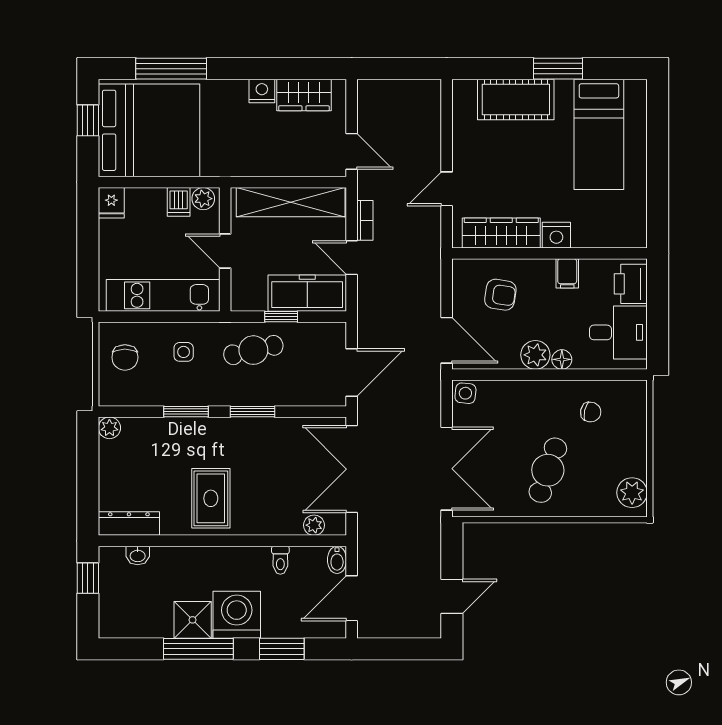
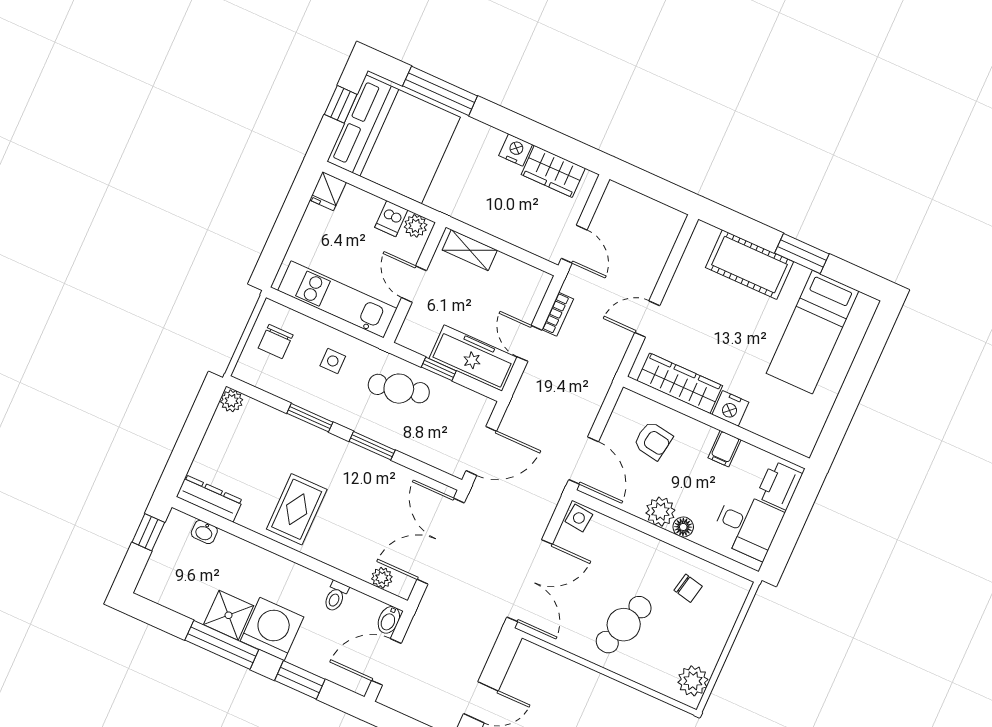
shelving: (291, 202) -> (470, 250), width x0.45, depth x0.75

